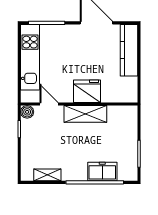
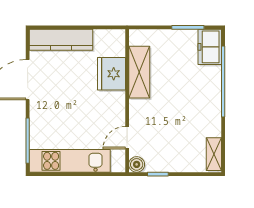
fridge: (87, 91) -> (111, 74), moved
shelving: (85, 114) -> (139, 72), moved
freezer: (102, 172) -> (210, 47), moved
shelving: (47, 175) -> (214, 154), moved

